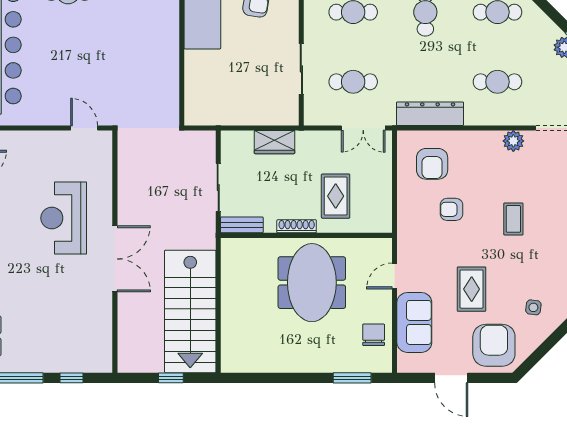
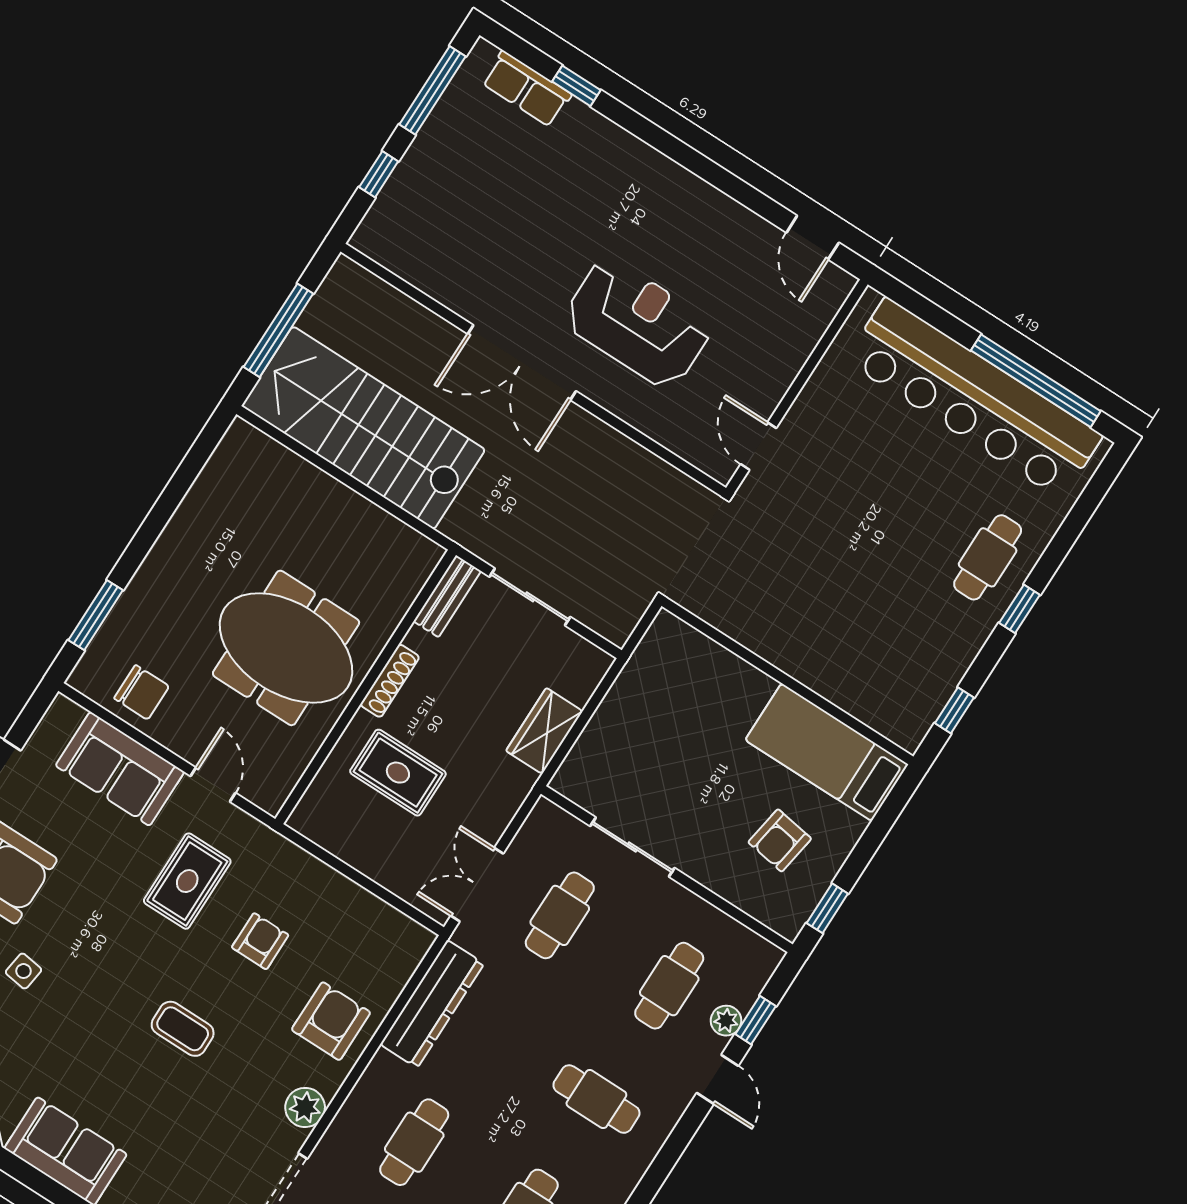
door: (84, 128) -> (759, 446), swing flipped
armchair: (432, 164) -> (331, 1021), moved, turned 90
rug: (472, 289) -> (187, 881), moved, turned 90
window: (171, 378) -> (278, 330), width x2.17

